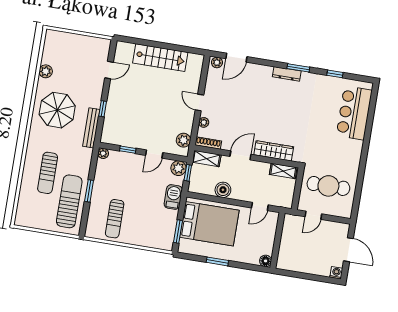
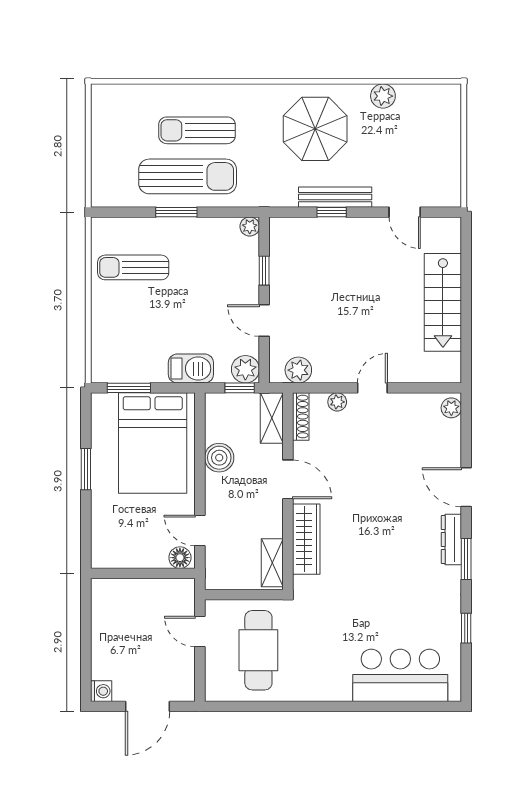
door: (236, 58) -> (466, 487), moved
bench: (91, 128) -> (335, 197), moved
sun lounger: (69, 201) -> (188, 176), moved
floor lamp: (266, 261) -> (180, 558), moved

